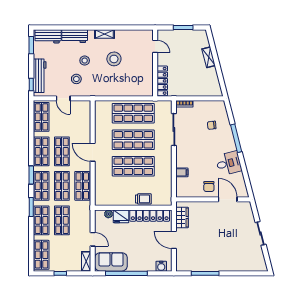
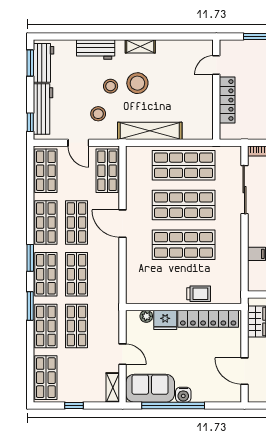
workbench: (48, 36) -> (44, 63), moved, turned -90
door: (155, 46) -> (216, 65), swing flipped
stool: (114, 59) -> (137, 83), moved
locker: (162, 81) -> (227, 100), moved
shelving: (111, 90) -> (150, 131), added
shop shelf: (82, 186) -> (107, 171), moved
door: (174, 240) -> (244, 371), moved
water cooler: (161, 266) -> (183, 395), moved

